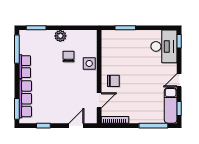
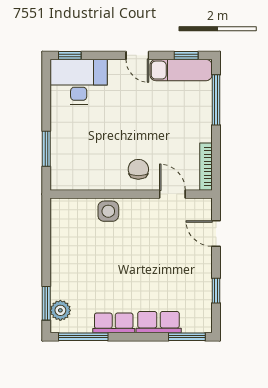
plant: (60, 36) -> (60, 310), moved
chair: (69, 57) -> (96, 247), removed
row of seats: (25, 99) -> (159, 322), width x0.68

